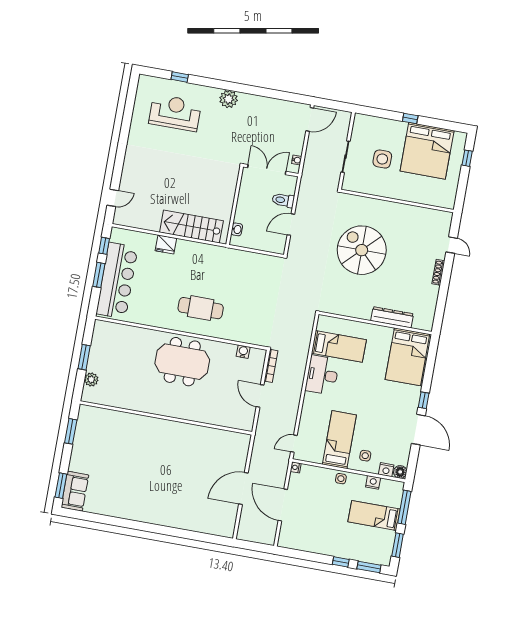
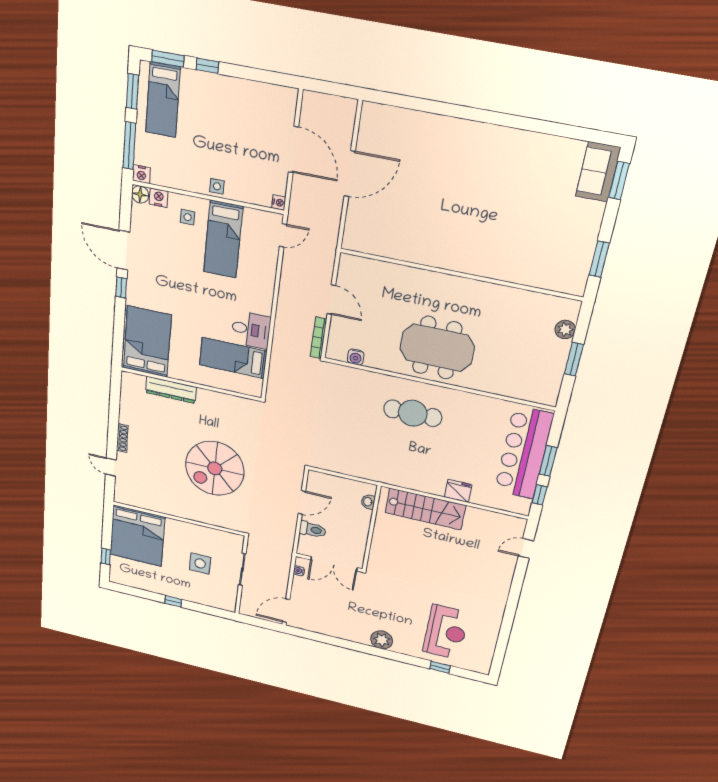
reception desk: (175, 113) -> (446, 632), turned -90
bed: (427, 151) -> (137, 536), moved, turned 180
spiral stairs: (362, 250) -> (215, 468), turned 90
desk: (322, 375) -> (251, 330), width x0.73
nightstand: (373, 482) -> (141, 174), moved
bed: (374, 515) -> (163, 100), moved, turned 90

